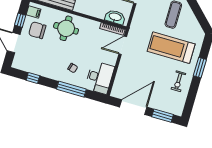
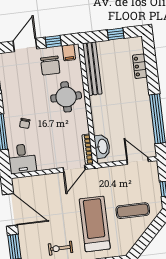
chair: (37, 30) -> (50, 66), turned 180
door: (123, 45) -> (74, 169), swing flipped
desk: (100, 78) -> (22, 159), width x0.73

